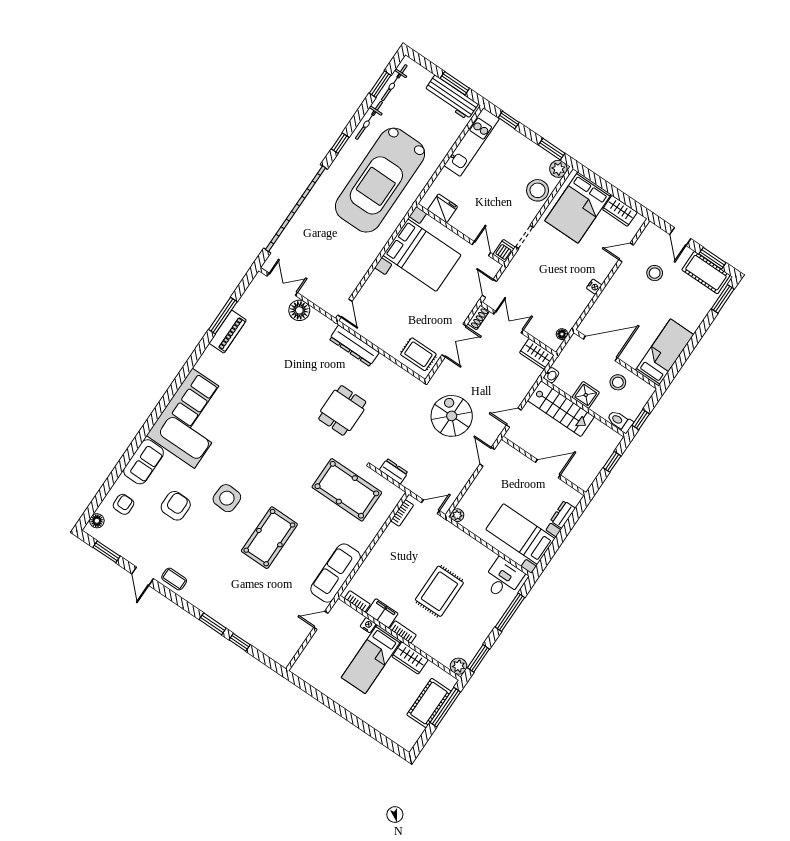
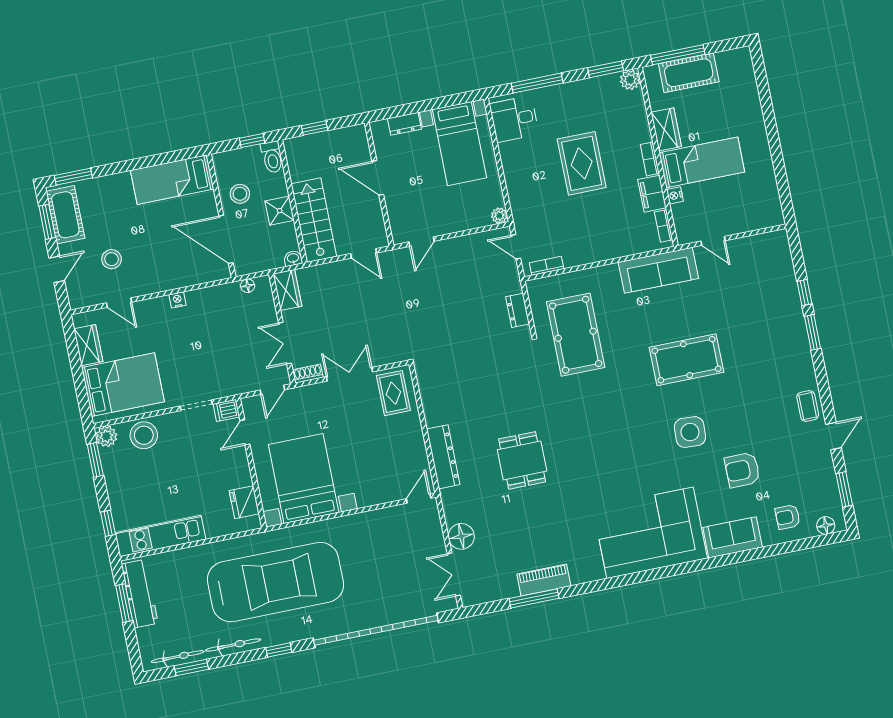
dining table: (342, 410) -> (522, 460), moved, turned 90
spiral stairs: (452, 416) -> (418, 309), removed
rug: (439, 591) -> (582, 163), turned 90

